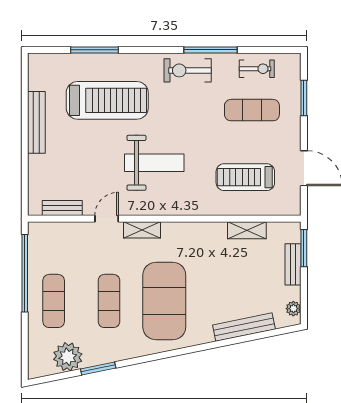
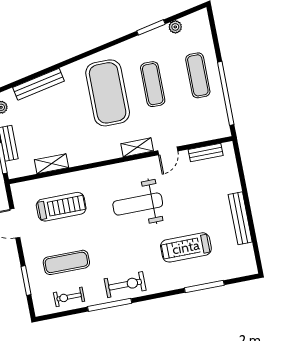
treadmill: (107, 100) -> (186, 247), width x0.73, depth x0.73
plant: (68, 357) -> (175, 27), width x0.53, depth x0.53

